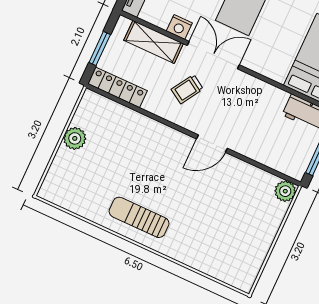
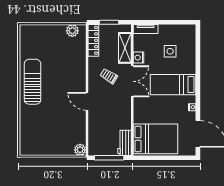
plant: (75, 138) -> (72, 31), moved
sun lounger: (139, 217) -> (33, 82), width x1.36, depth x1.34

